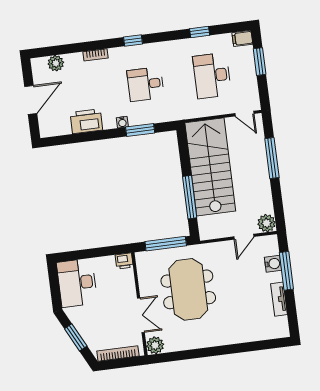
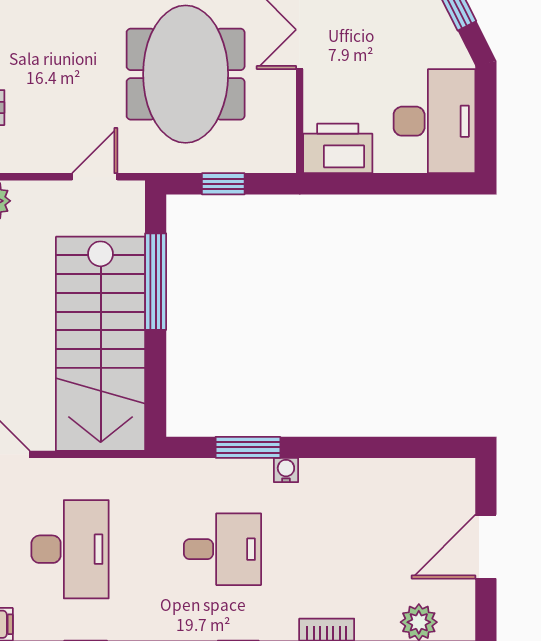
printer: (86, 121) -> (367, 483), removed
door: (244, 237) -> (95, 177), moved
window: (166, 244) -> (223, 184), width x0.46
printer: (124, 261) -> (338, 148), width x1.87, depth x1.48

